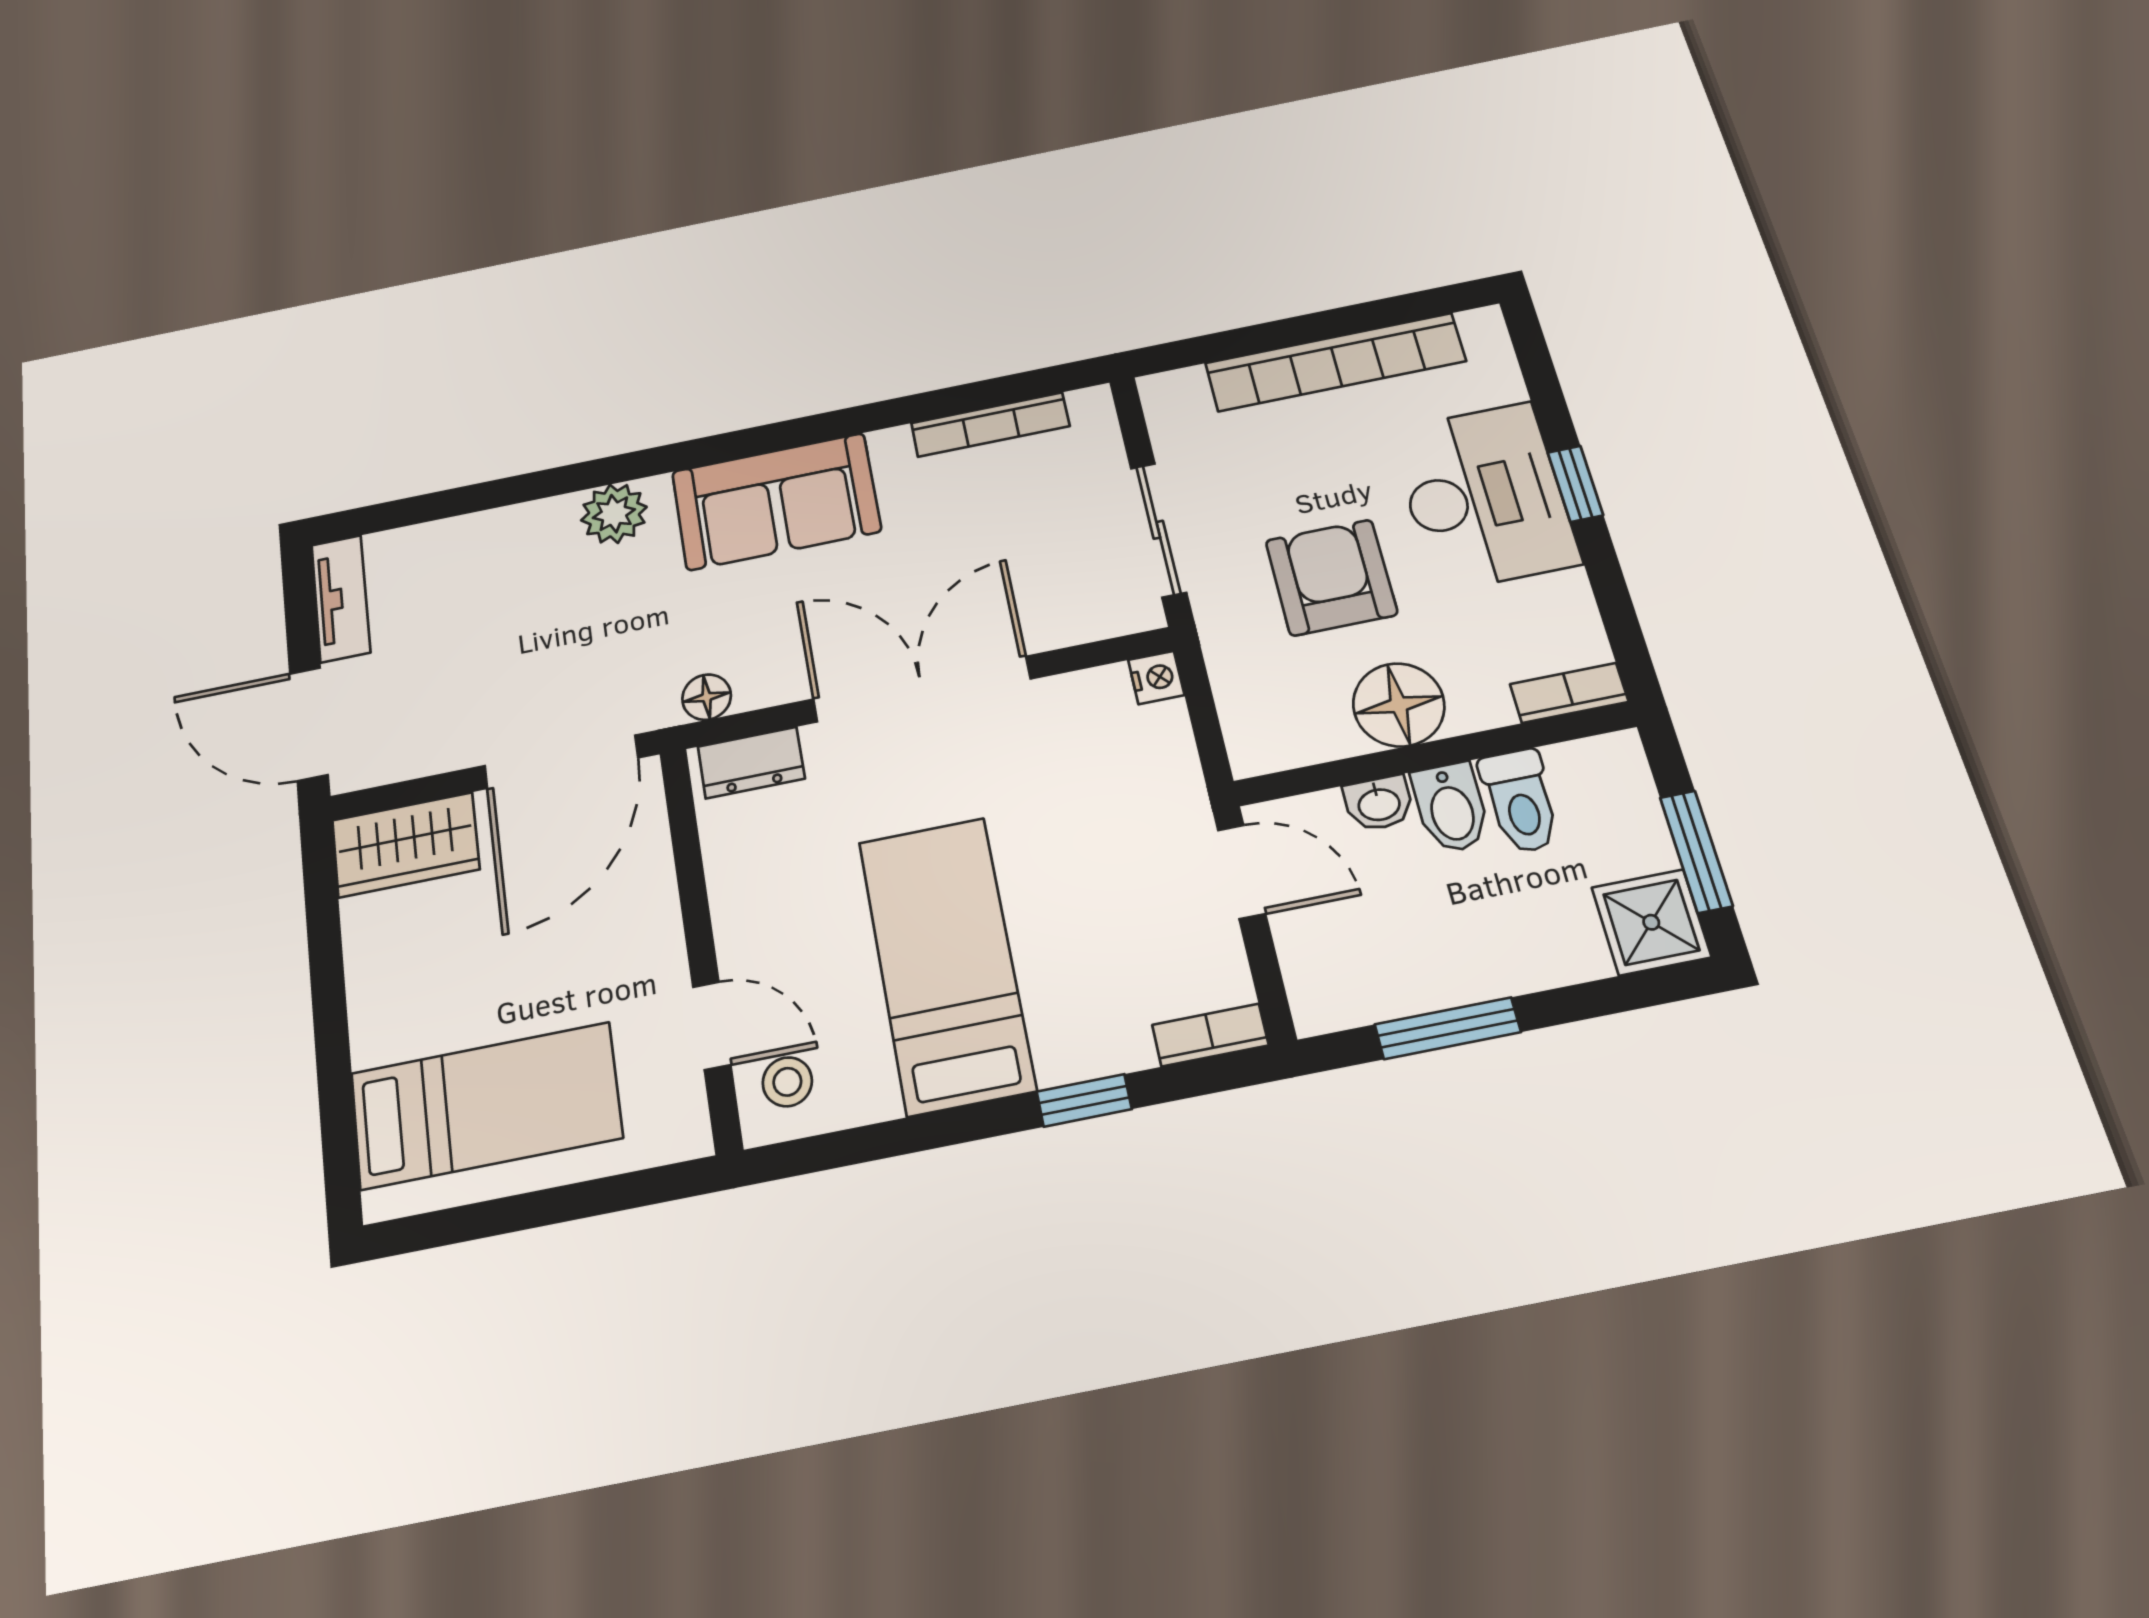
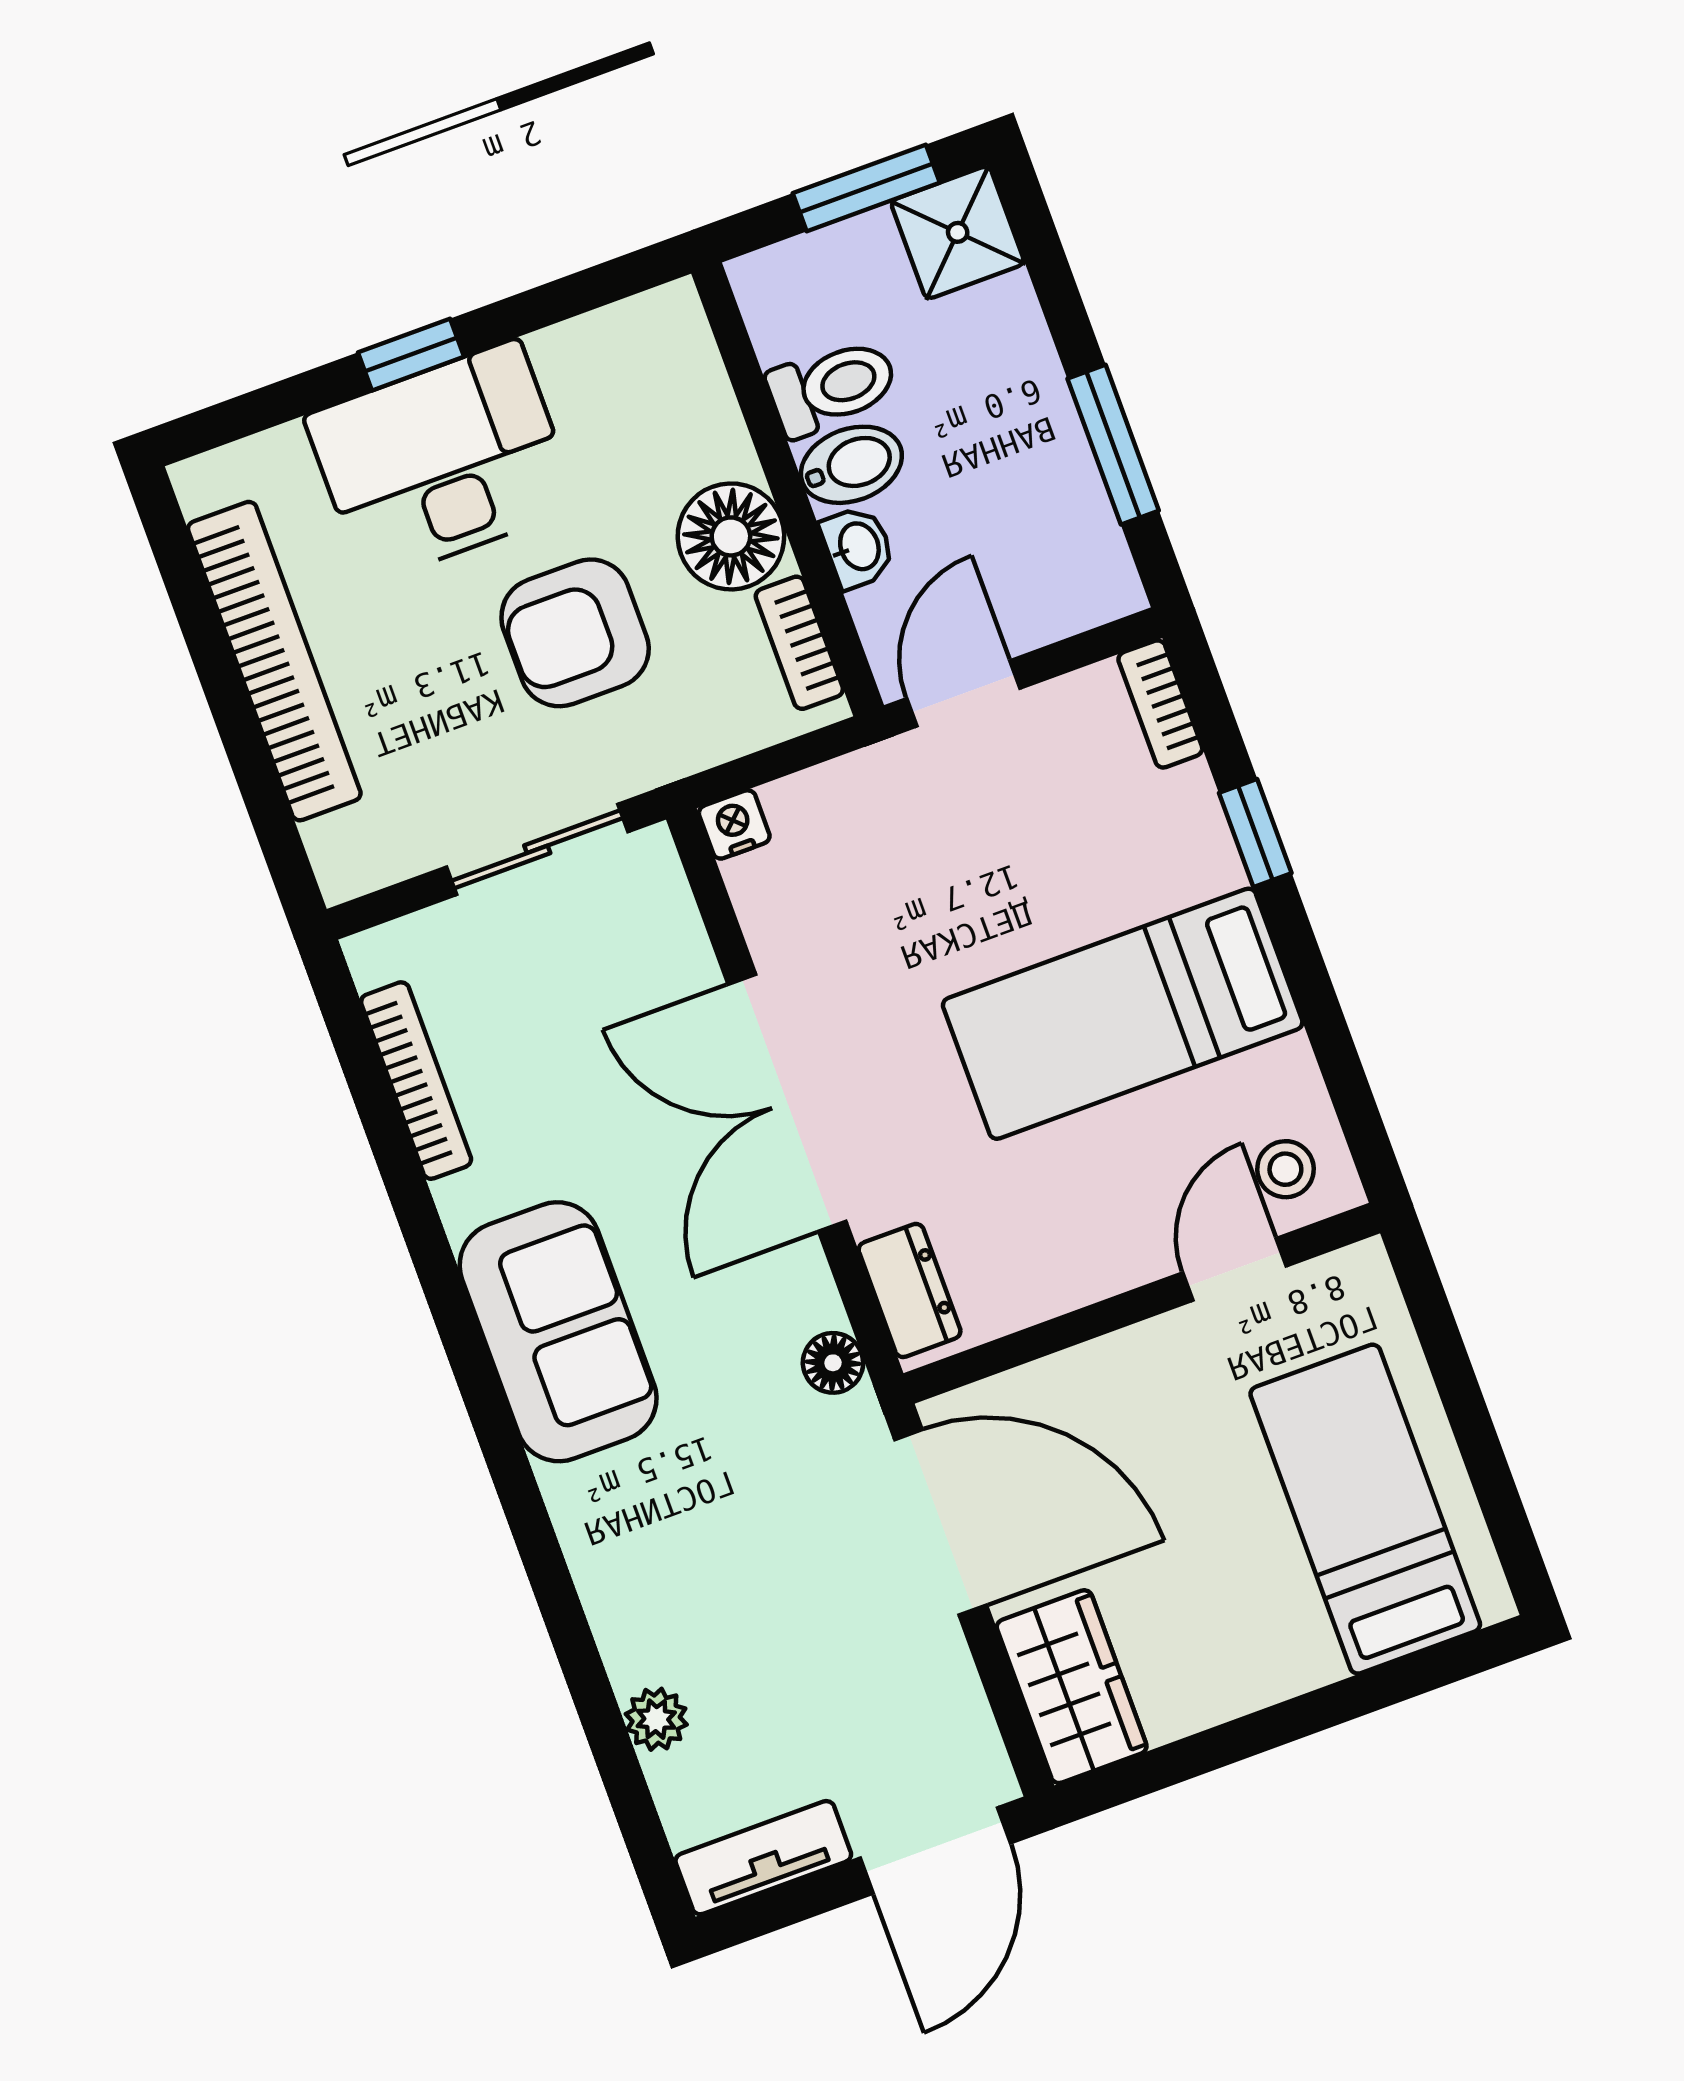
plant: (614, 514) -> (656, 1719), moved, width x0.73, depth x0.73
bookcase: (1569, 693) -> (799, 643), moved

